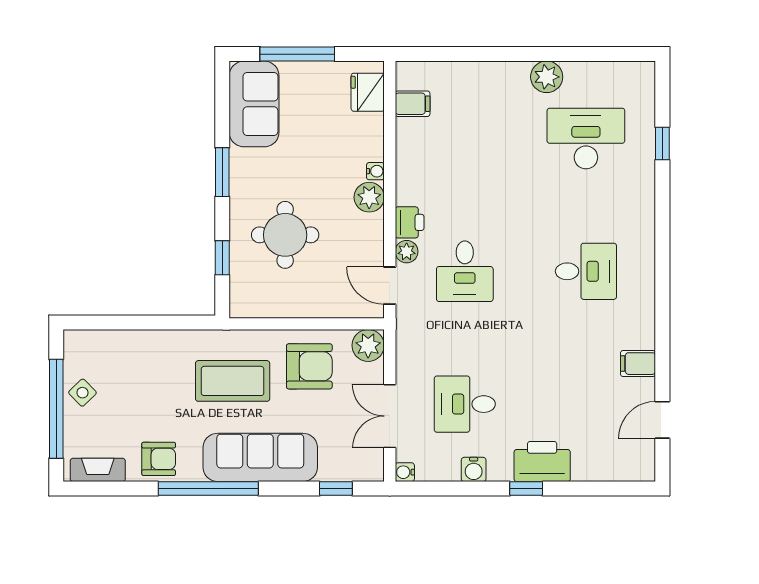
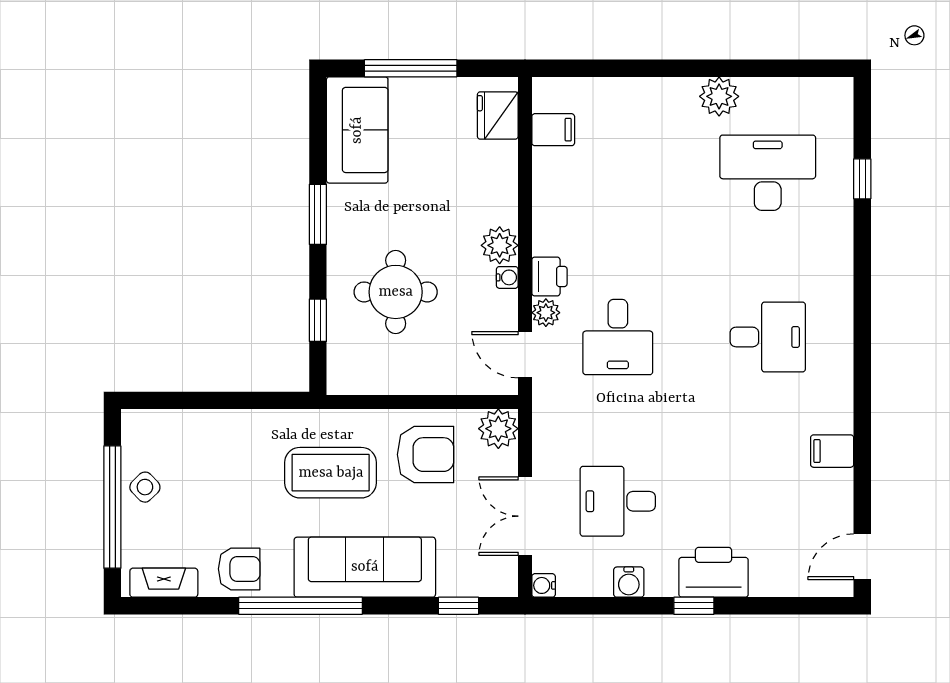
water cooler: (375, 171) -> (507, 277), moved
door: (662, 420) -> (862, 557), moved

